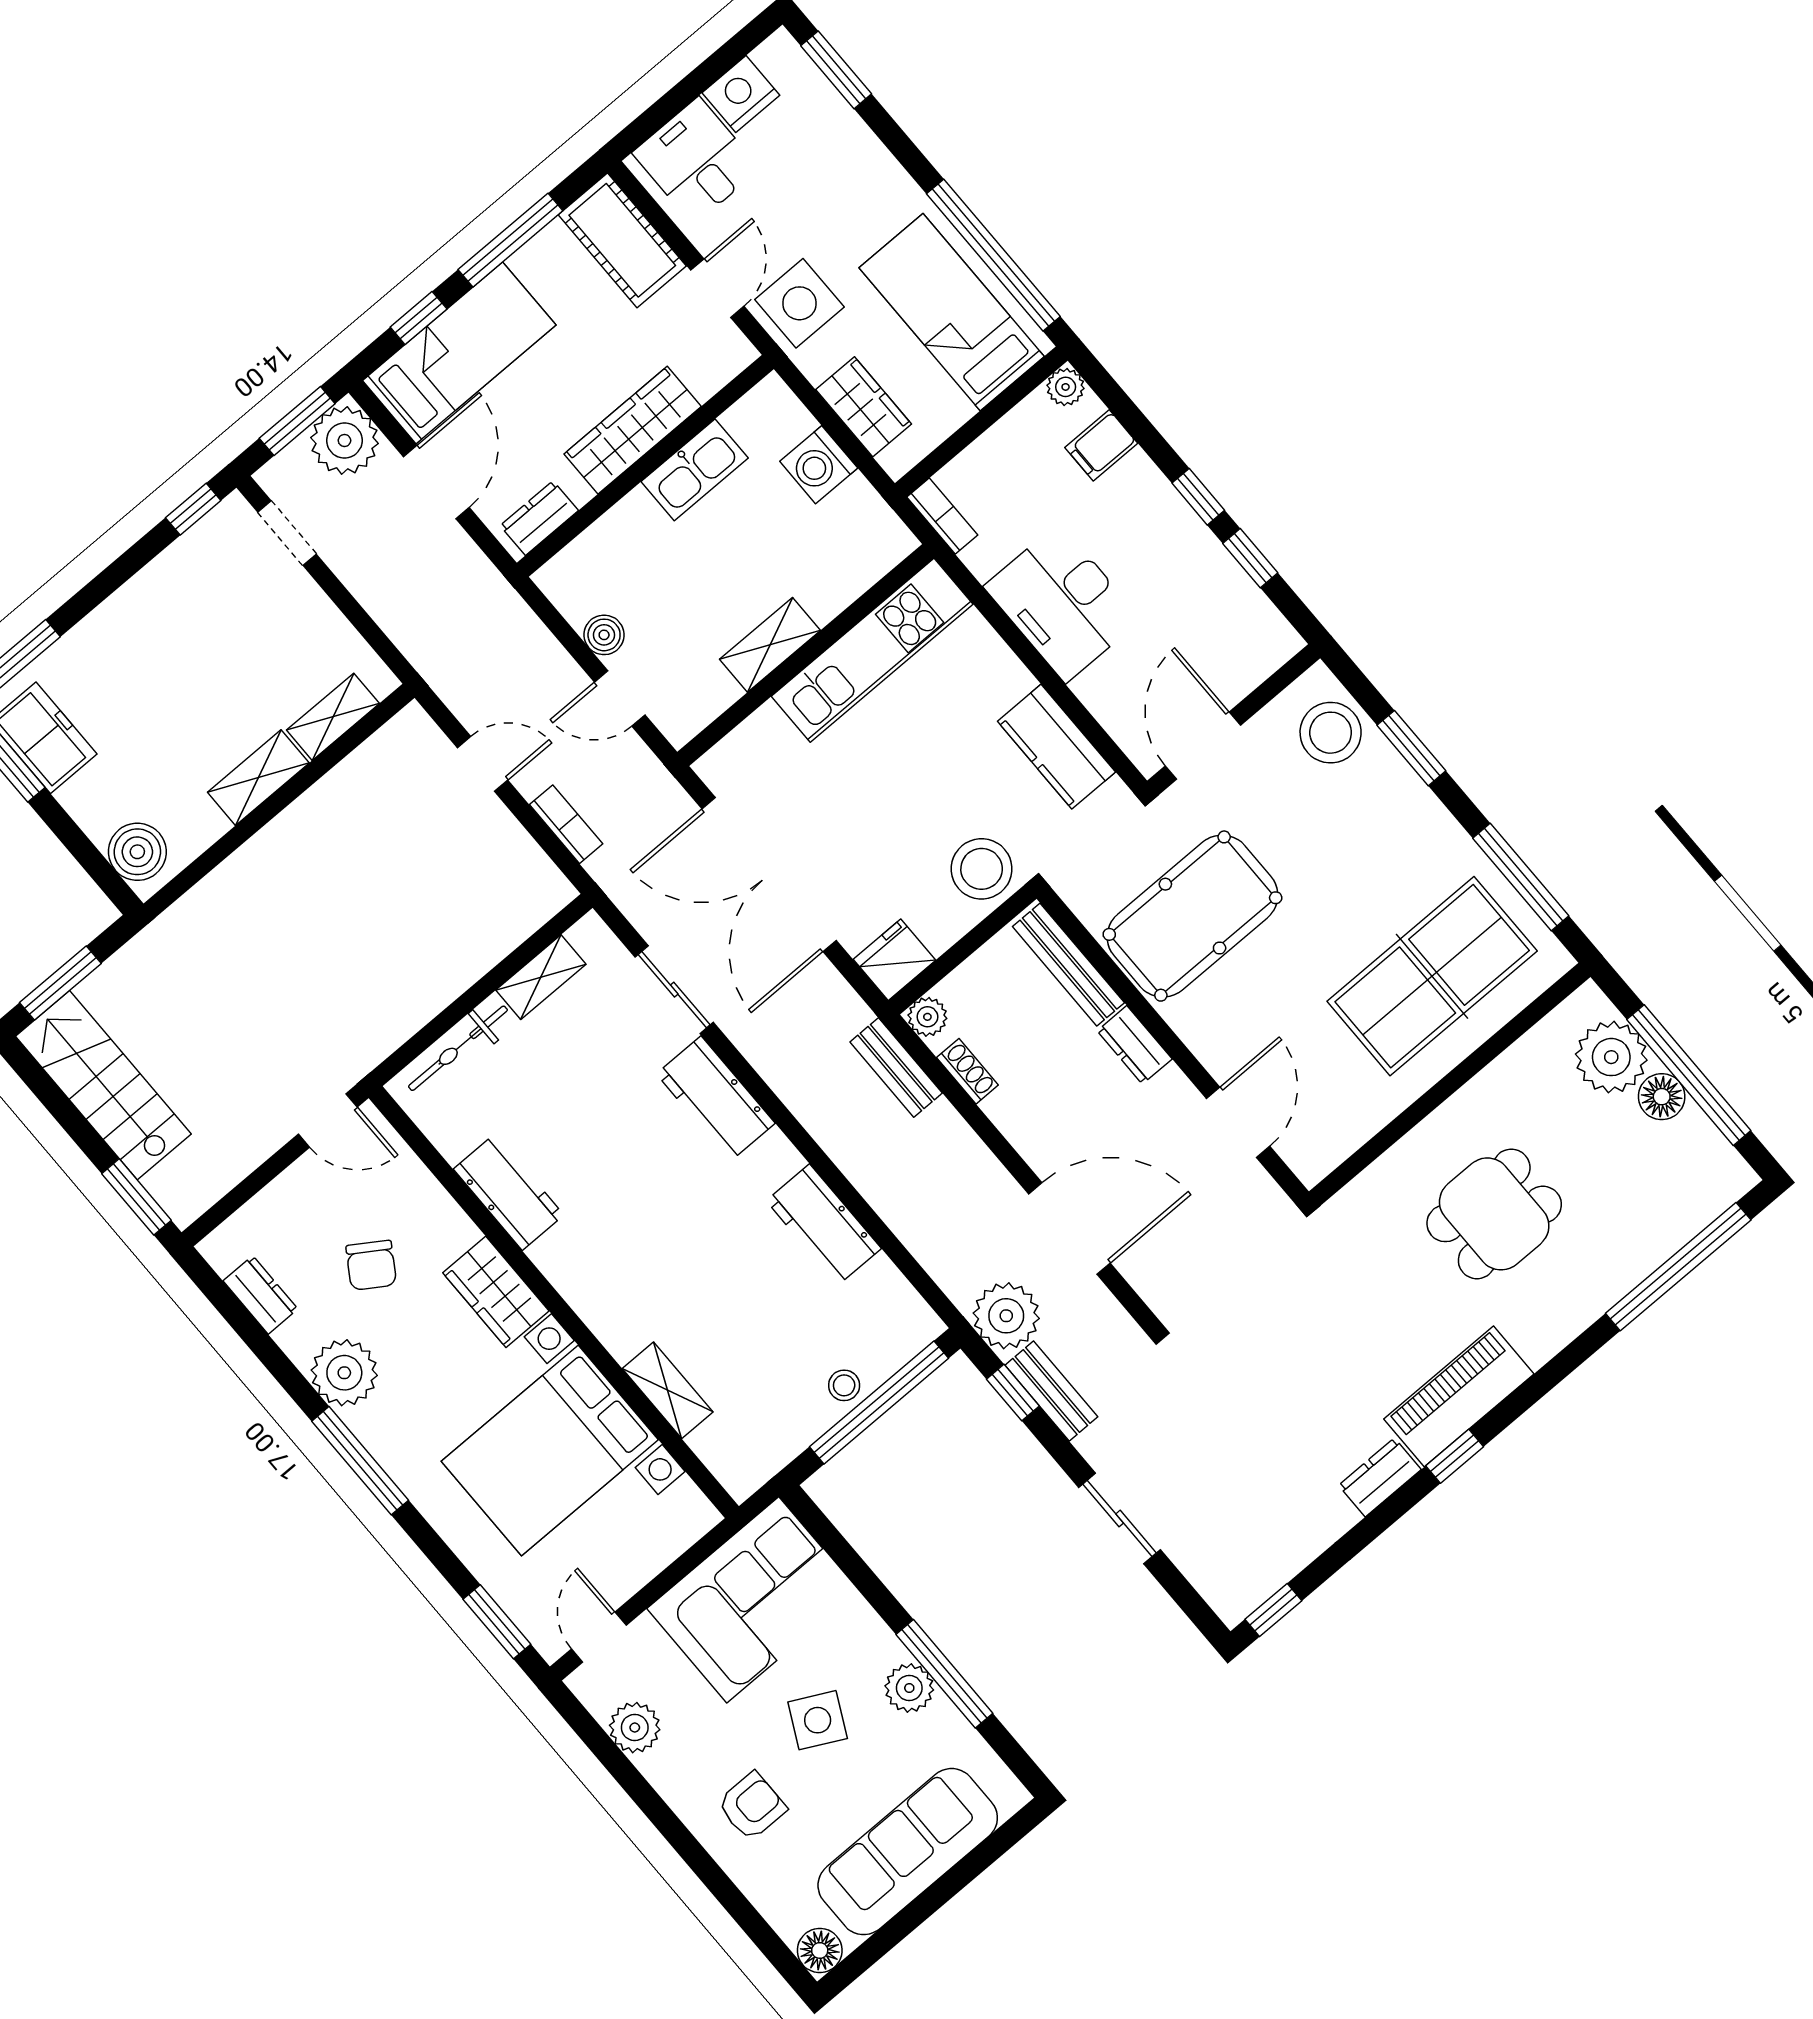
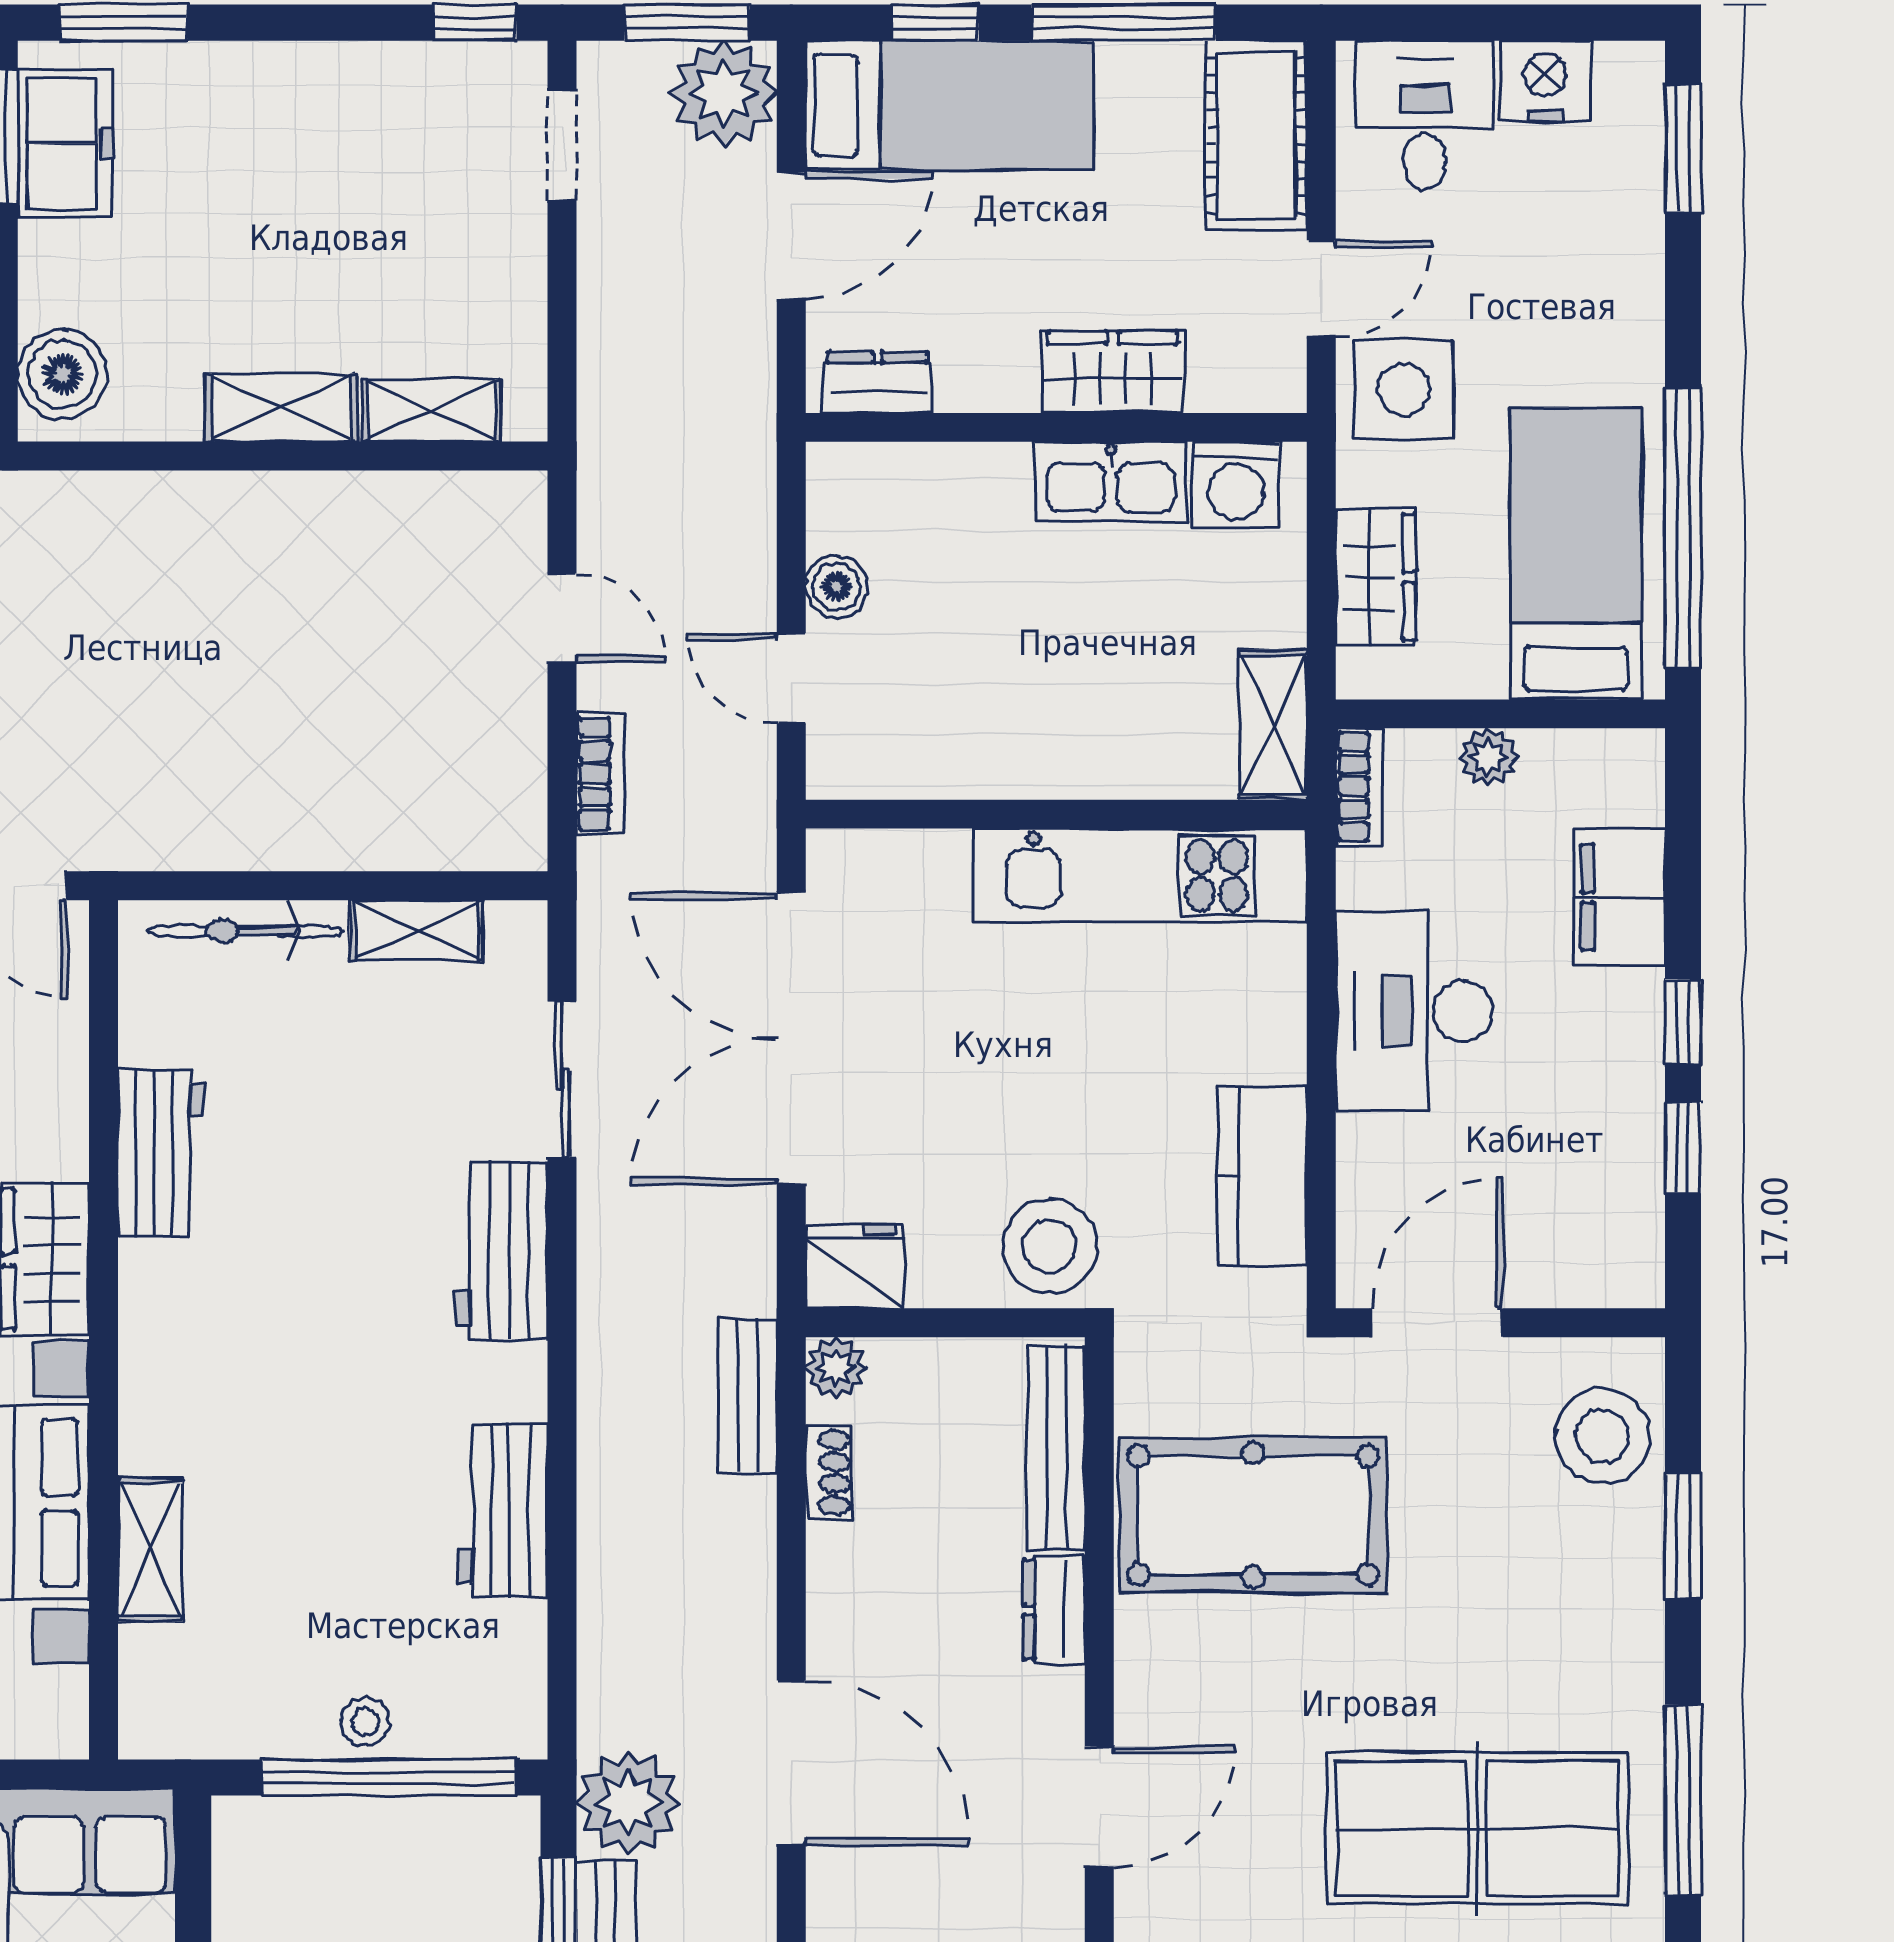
plant: (1066, 387) -> (1489, 757), moved
wardrobe: (633, 430) -> (1113, 372), width x0.67
filing cabinet: (1101, 445) -> (1619, 897), width x2.00
washing machine: (819, 465) -> (1236, 485), moved, turned -90
shelving: (770, 645) -> (1273, 725), moved, turned 90

